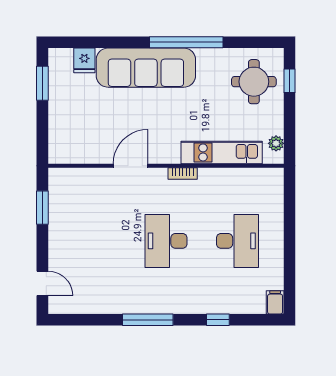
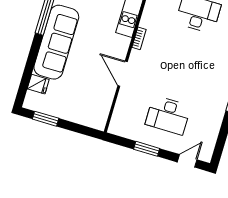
window: (42, 208) -> (147, 149), moved
desk: (166, 241) -> (168, 115), moved

